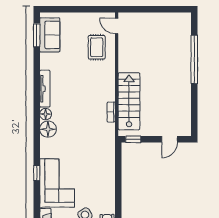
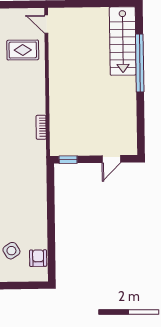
rug: (97, 47) -> (23, 50), turned 90
stairs: (129, 101) -> (123, 41), moved, turned 180

